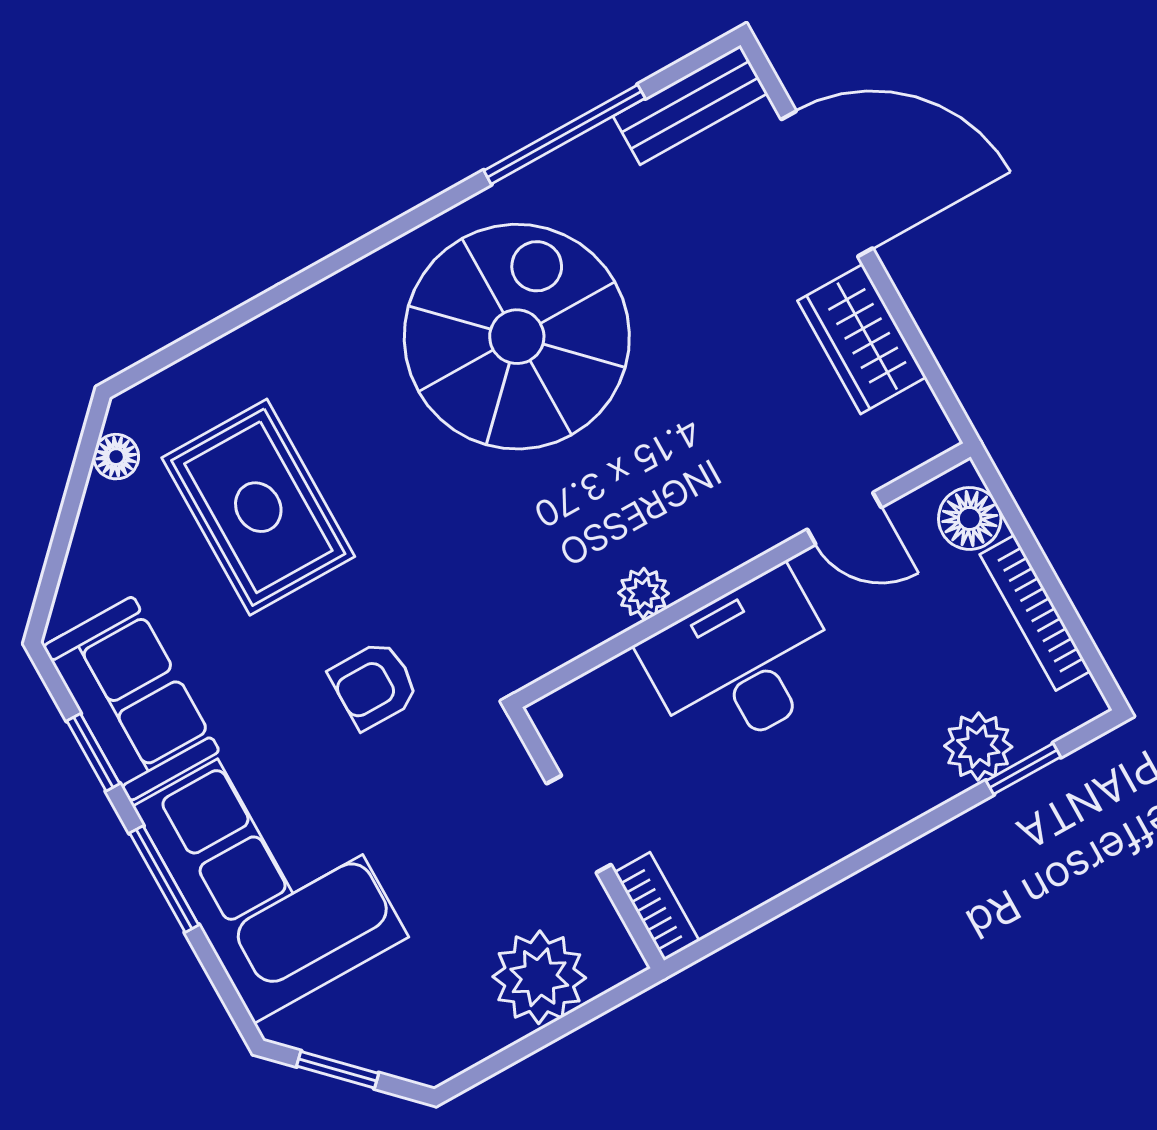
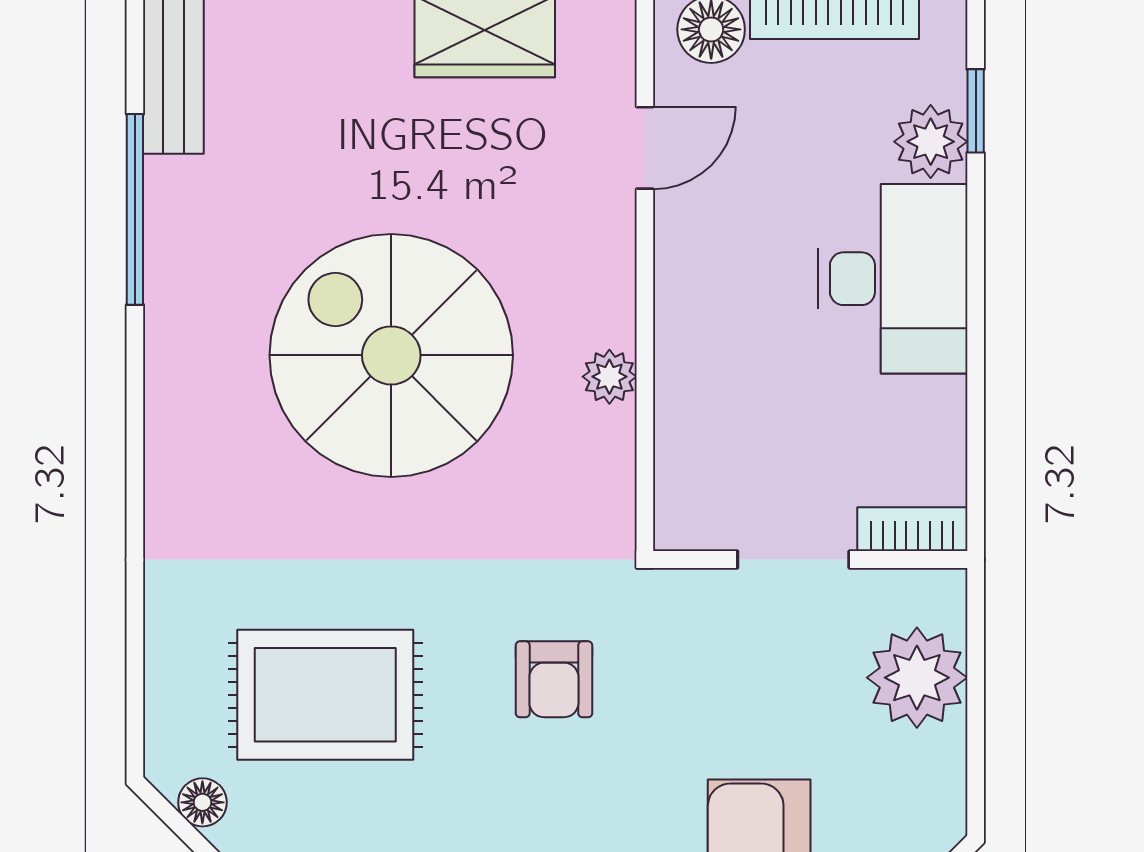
spiral stairs: (517, 337) -> (391, 355), moved
desk: (742, 663) -> (893, 279), moved, turned 180

